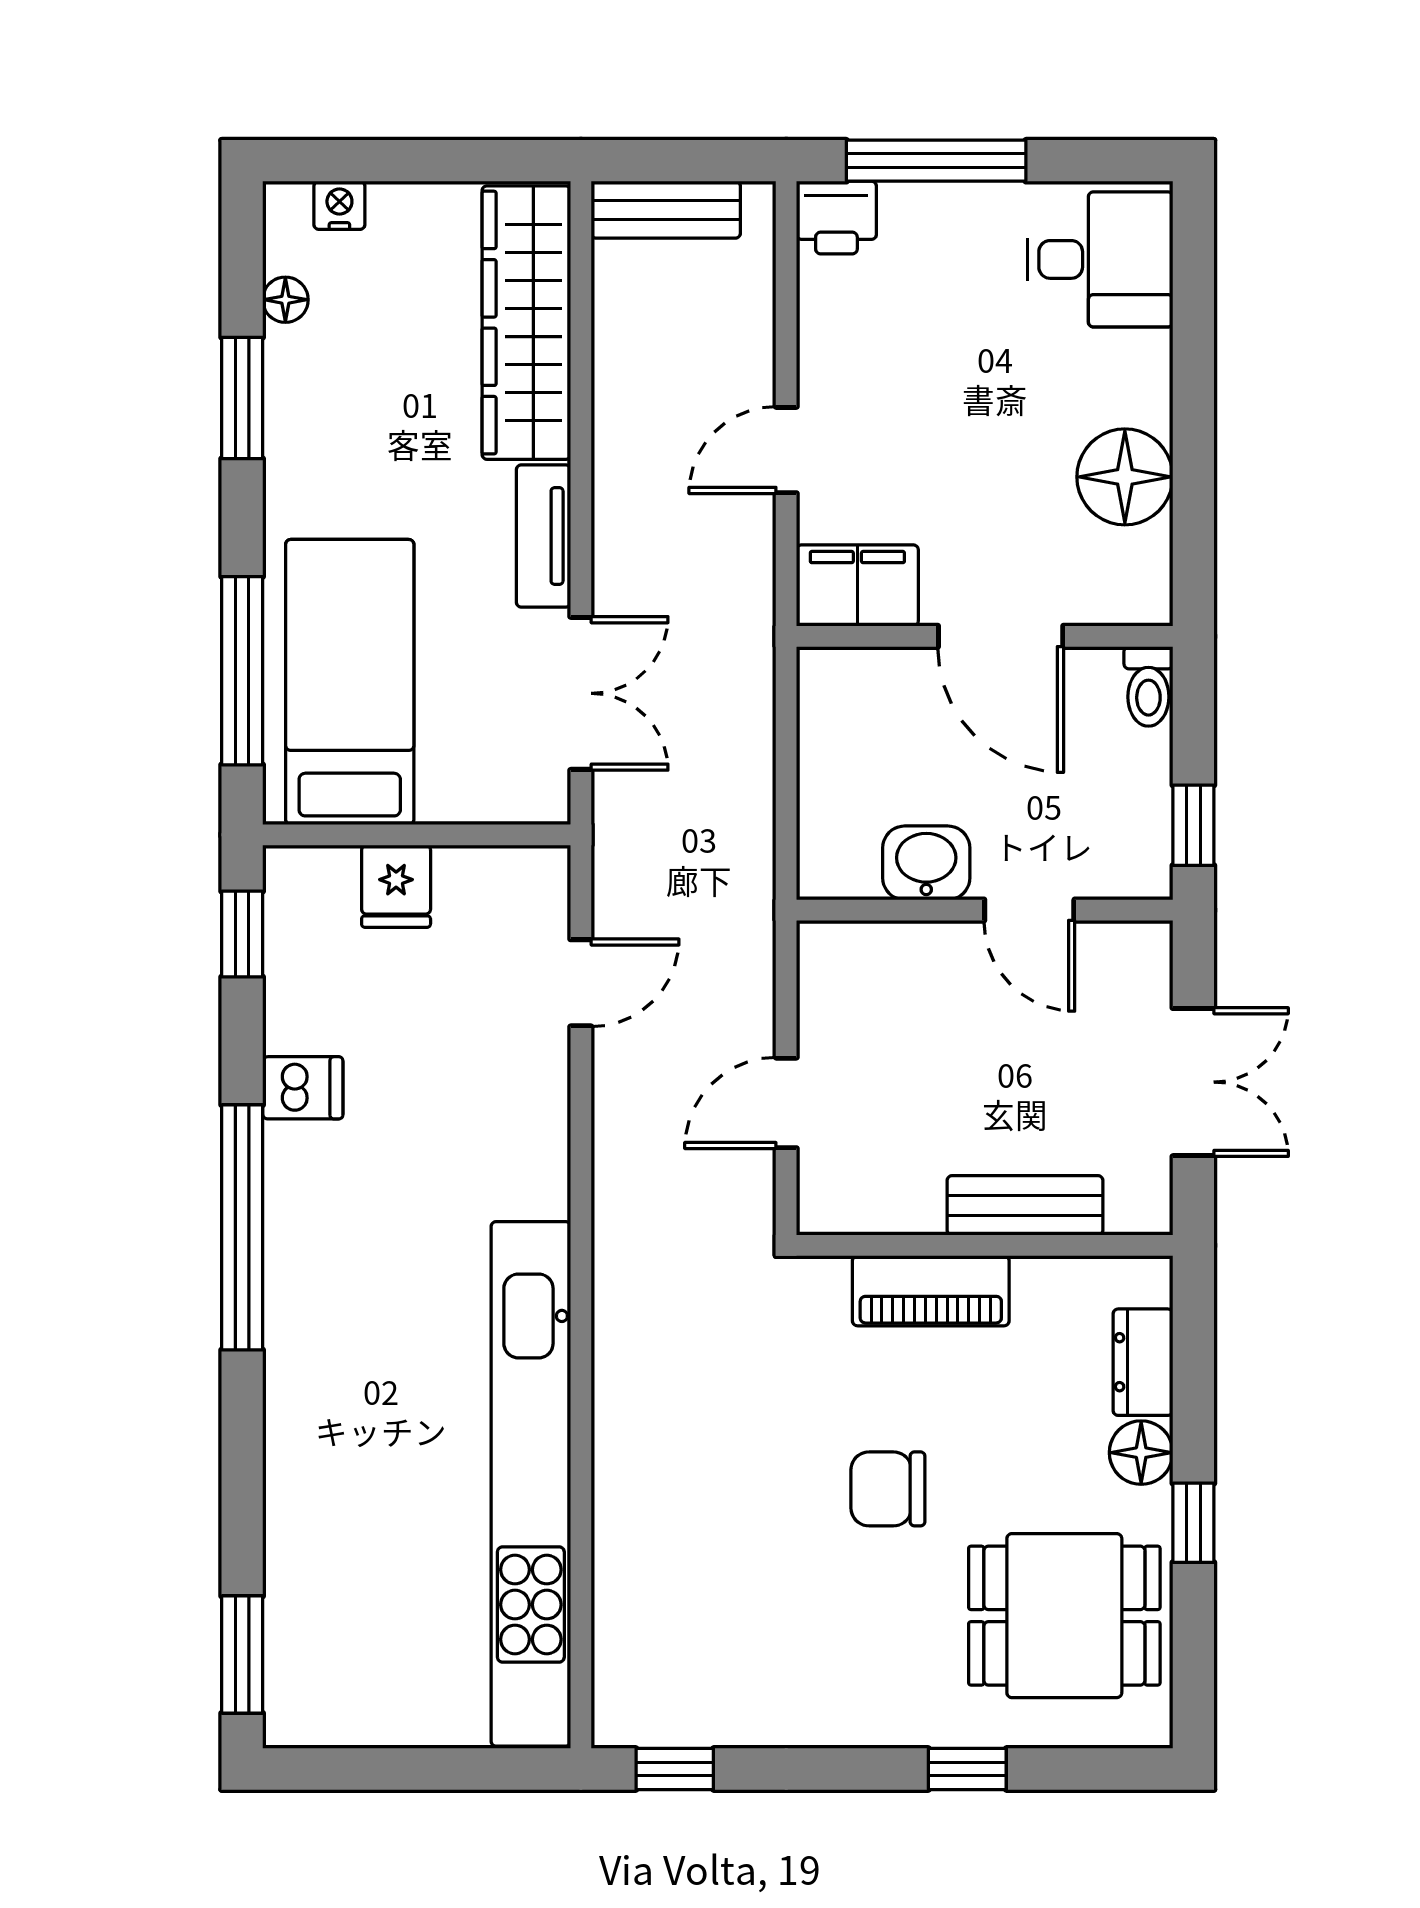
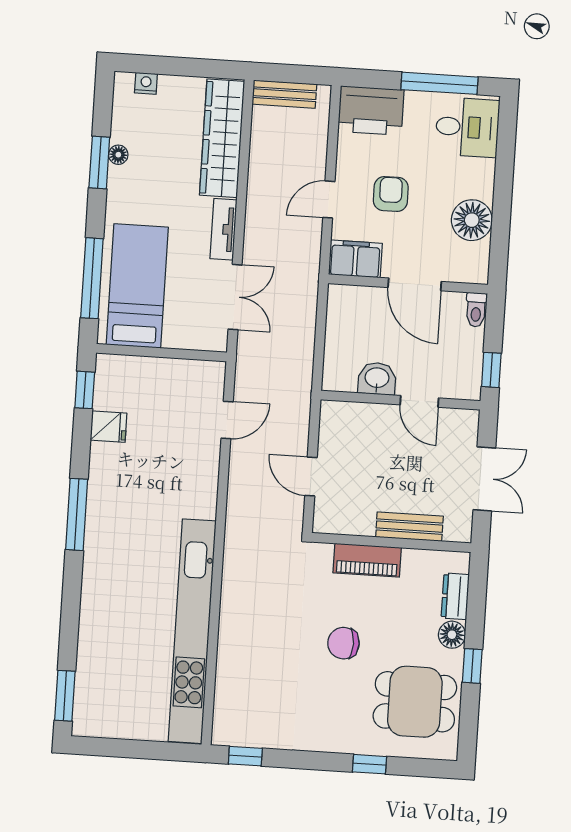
window: (936, 161) -> (439, 83), moved
printer: (836, 218) -> (371, 111), width x1.87, depth x1.48
floor lamp: (285, 300) -> (118, 155), moved
armchair: (931, 428) -> (391, 194), added
fridge: (396, 886) -> (109, 427), moved, turned -90
dishwasher: (303, 1088) -> (106, 457), removed
door: (786, 1103) -> (311, 477), hinge flipped
window: (242, 1227) -> (77, 514), width x0.68

